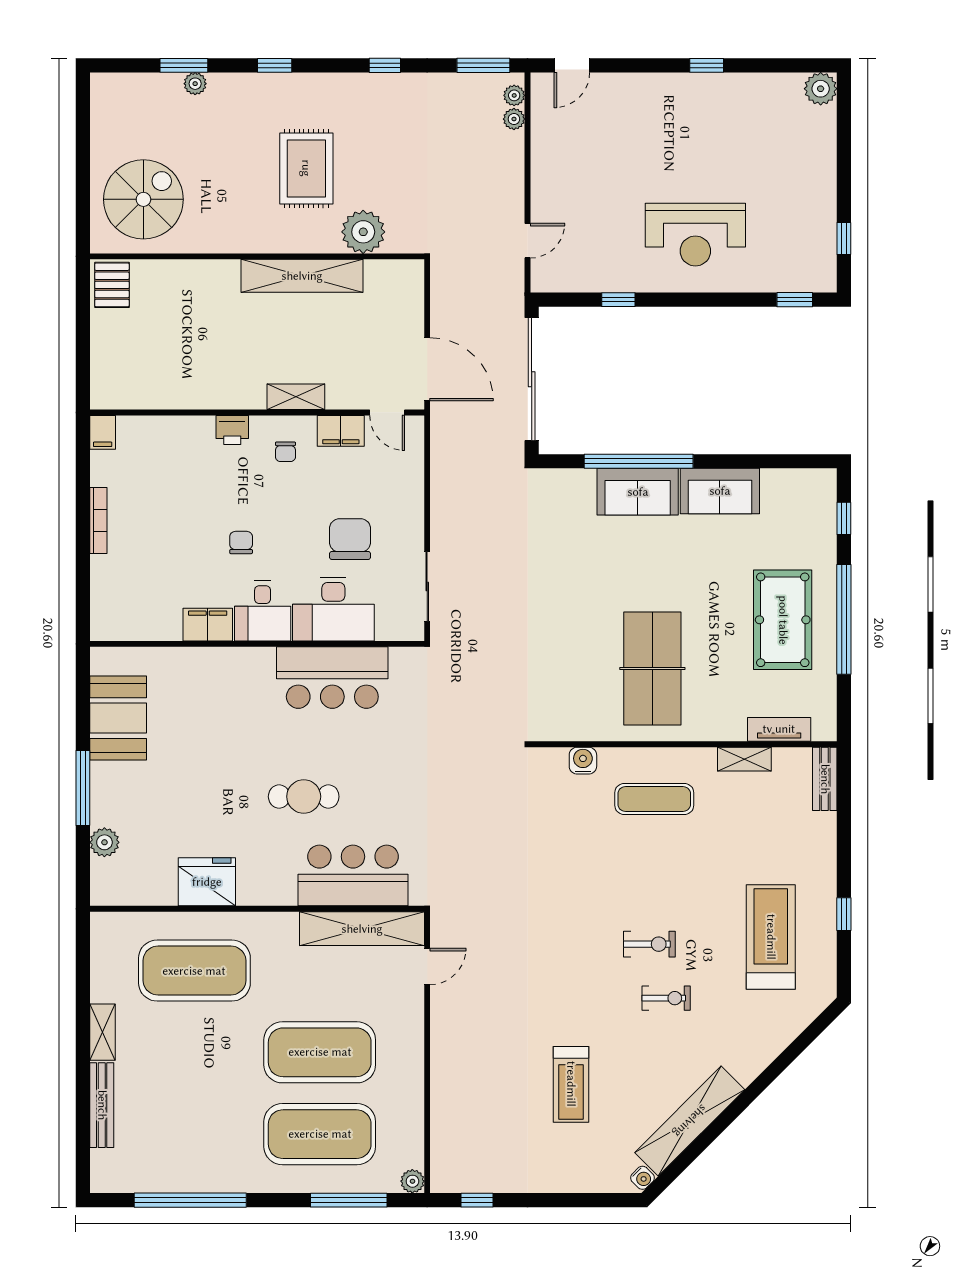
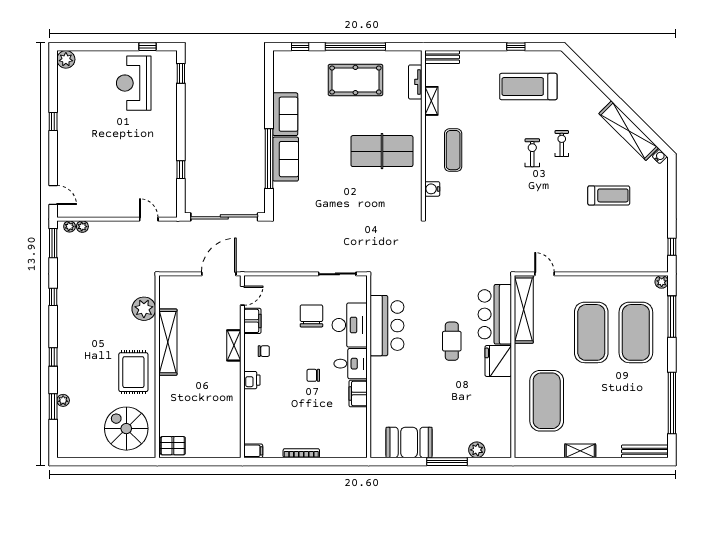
rug: (306, 168) -> (133, 372), moved, turned 90
reception desk: (695, 235) -> (134, 83), moved, turned 180
chair: (350, 539) -> (311, 316), turned 90
fridge: (207, 882) -> (498, 361), moved
bench: (102, 1105) -> (645, 451), moved

